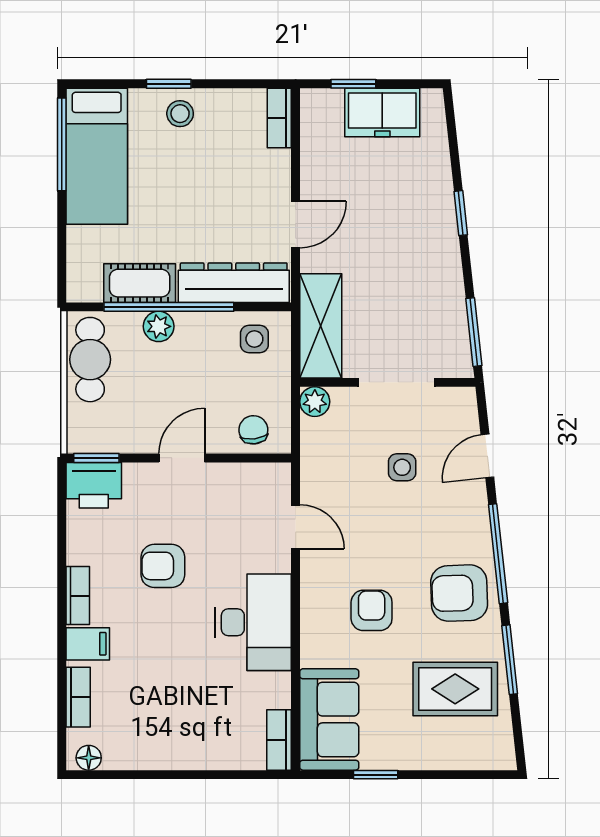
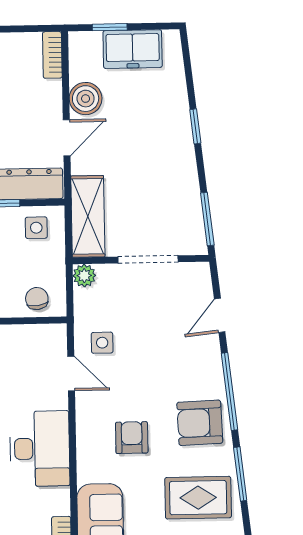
boiler: (321, 175) -> (86, 99), added
side table: (402, 467) -> (102, 343), moved

